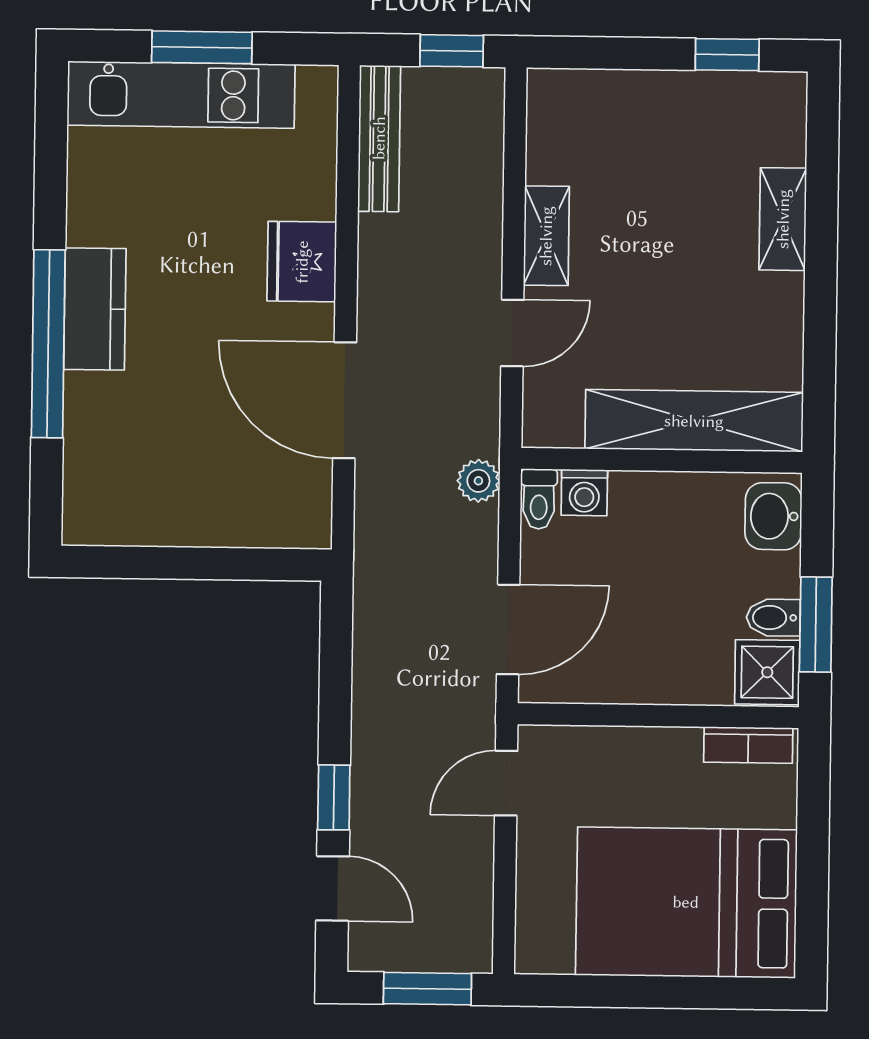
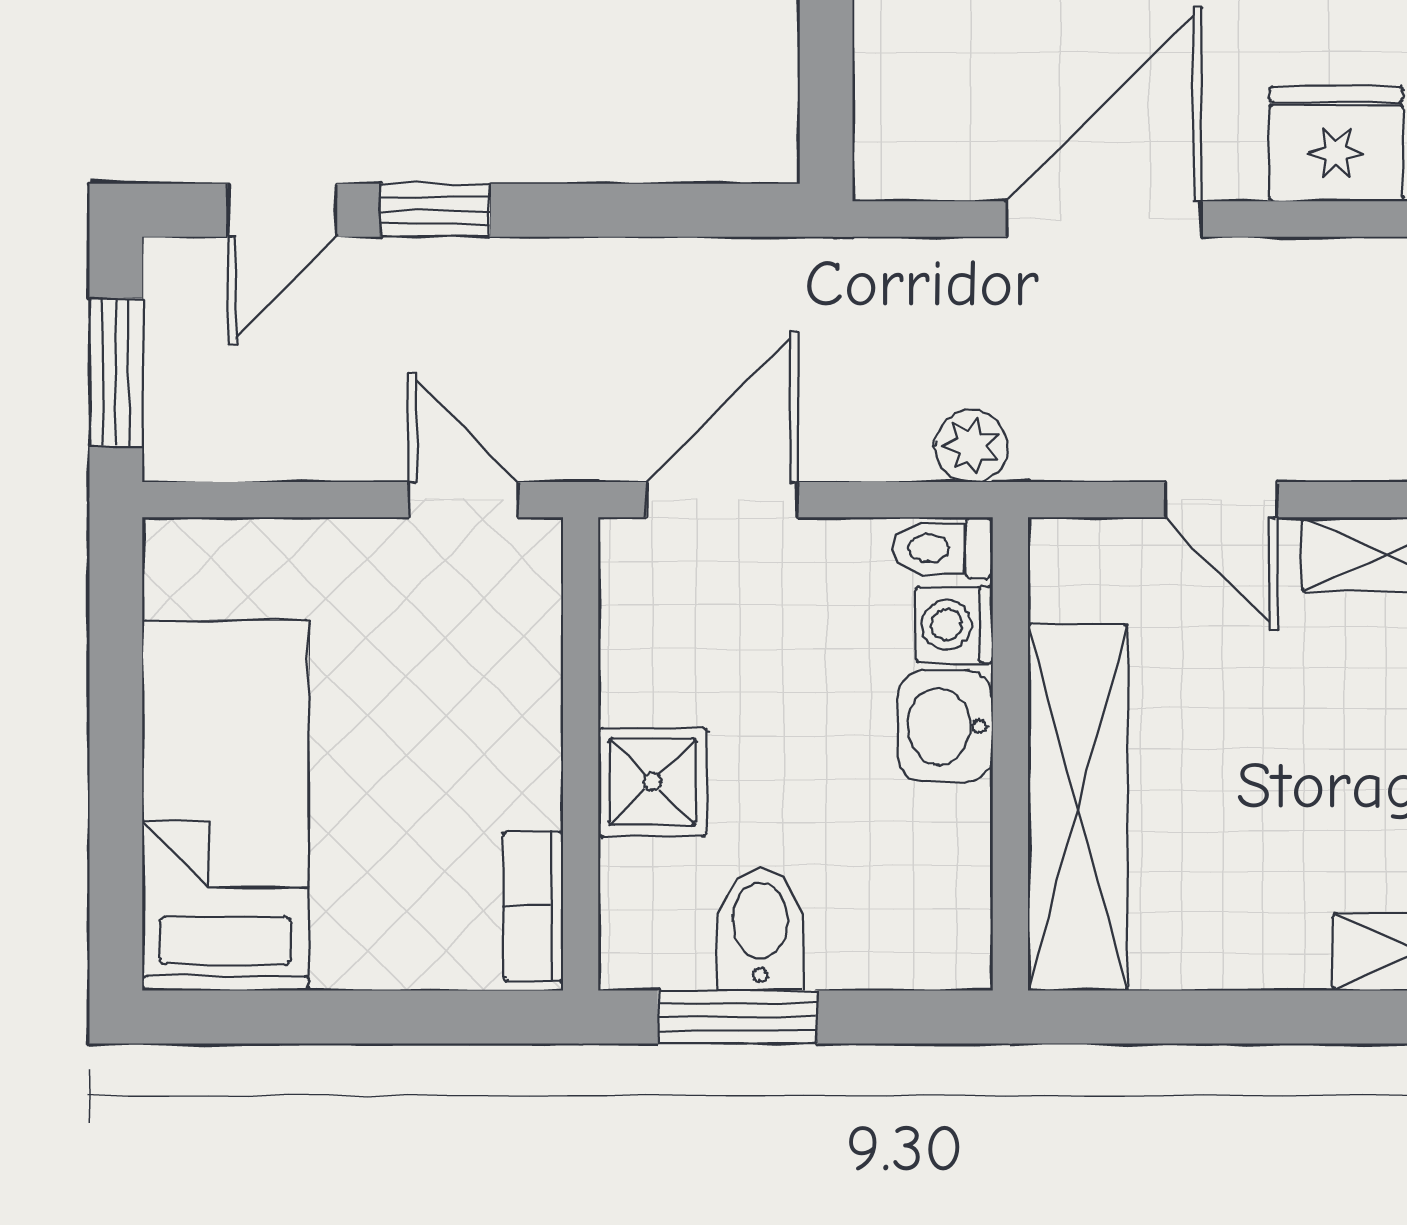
washbasin: (773, 516) -> (945, 726), moved, turned -90
bidet: (773, 618) -> (760, 929), width x1.38, depth x1.36
door: (508, 629) -> (722, 500), swing flipped
shower: (767, 672) -> (652, 782), moved
bed: (686, 902) -> (225, 806), width x0.67

